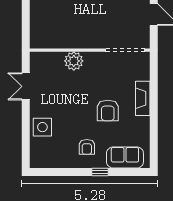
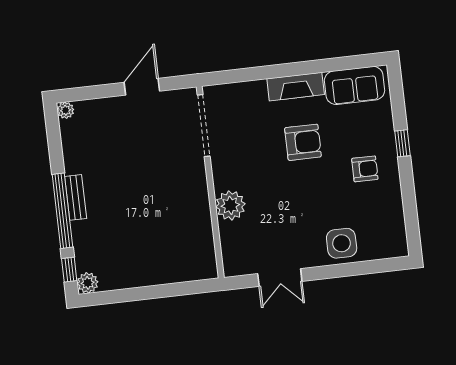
fireplace: (143, 98) -> (296, 87), moved
sofa: (125, 158) -> (355, 85), moved, turned -90

